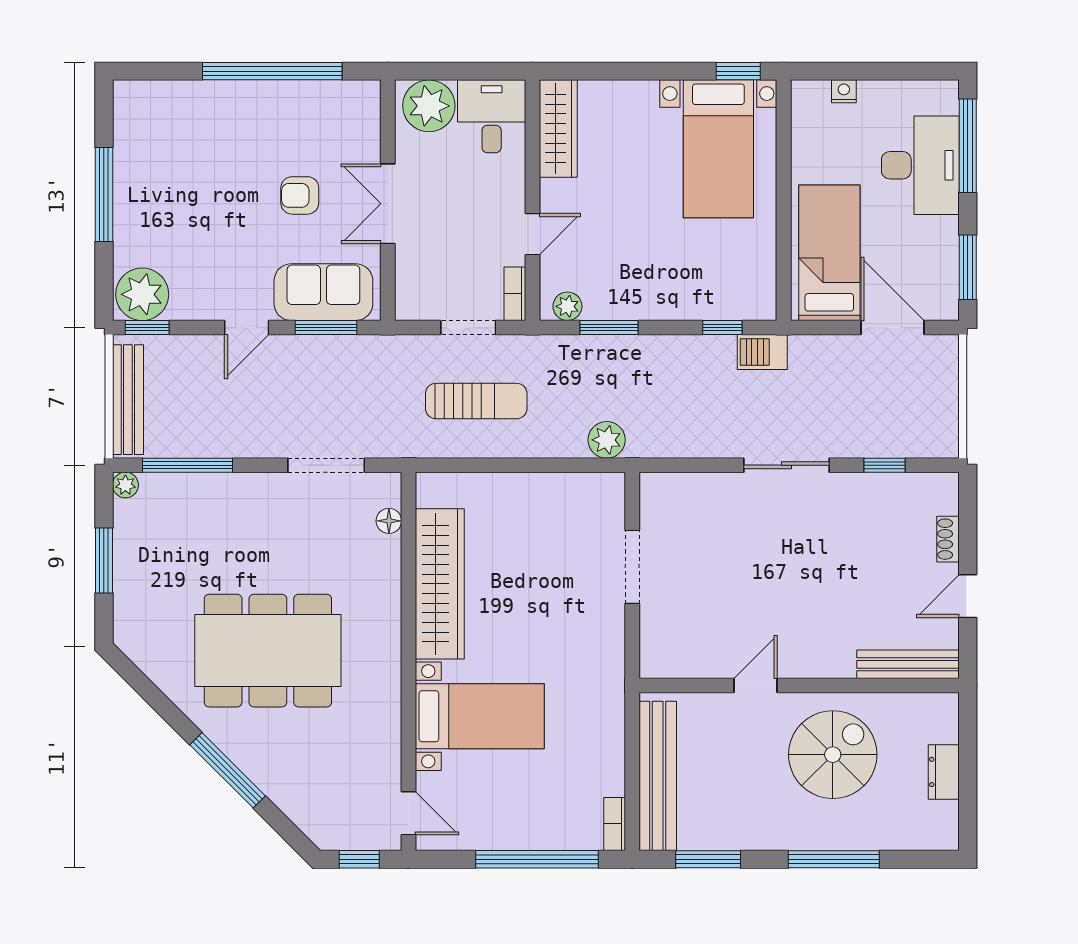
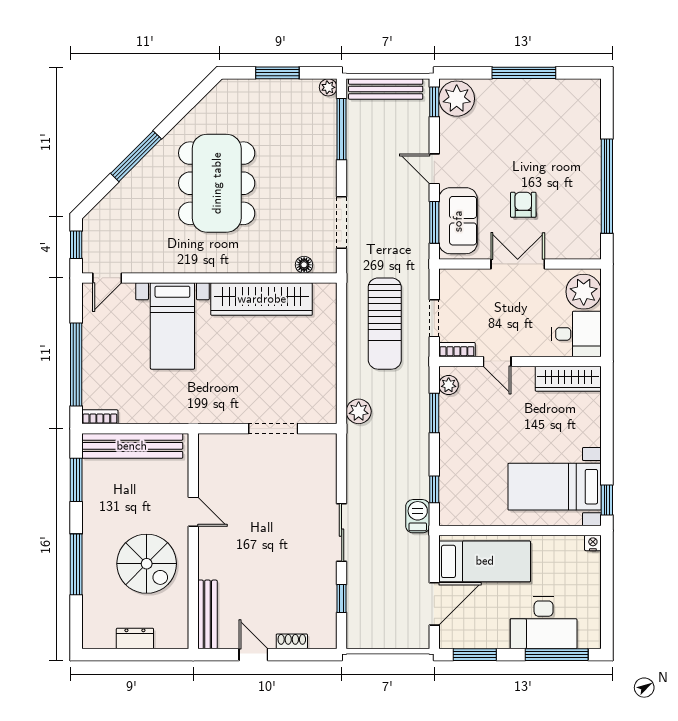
nightstand: (844, 91) -> (593, 543), moved, turned -90
sun lounger: (476, 401) -> (385, 324), width x1.36, depth x1.34

